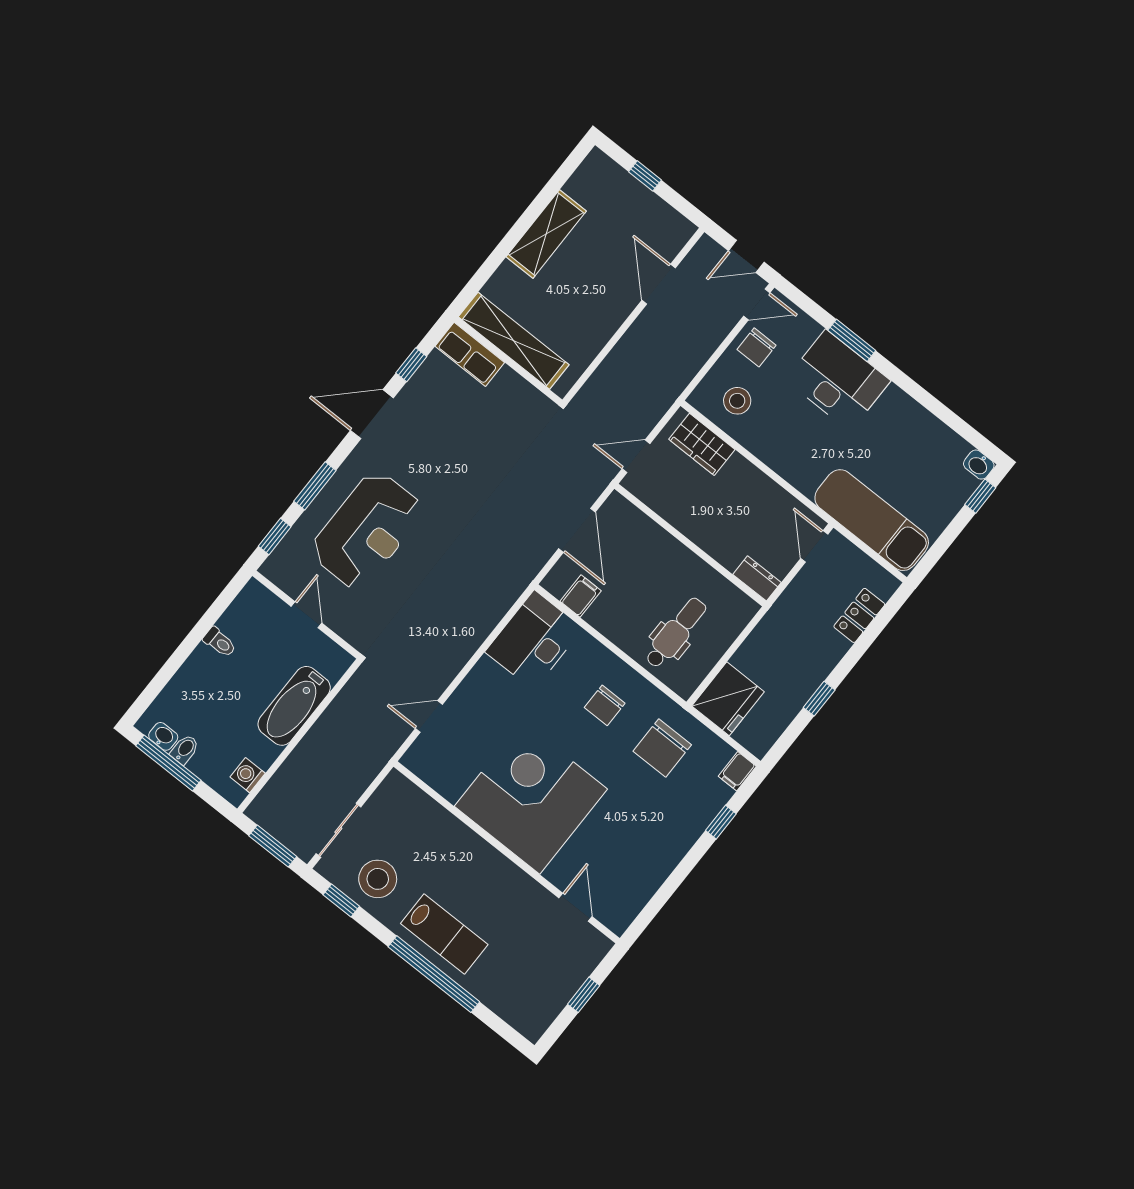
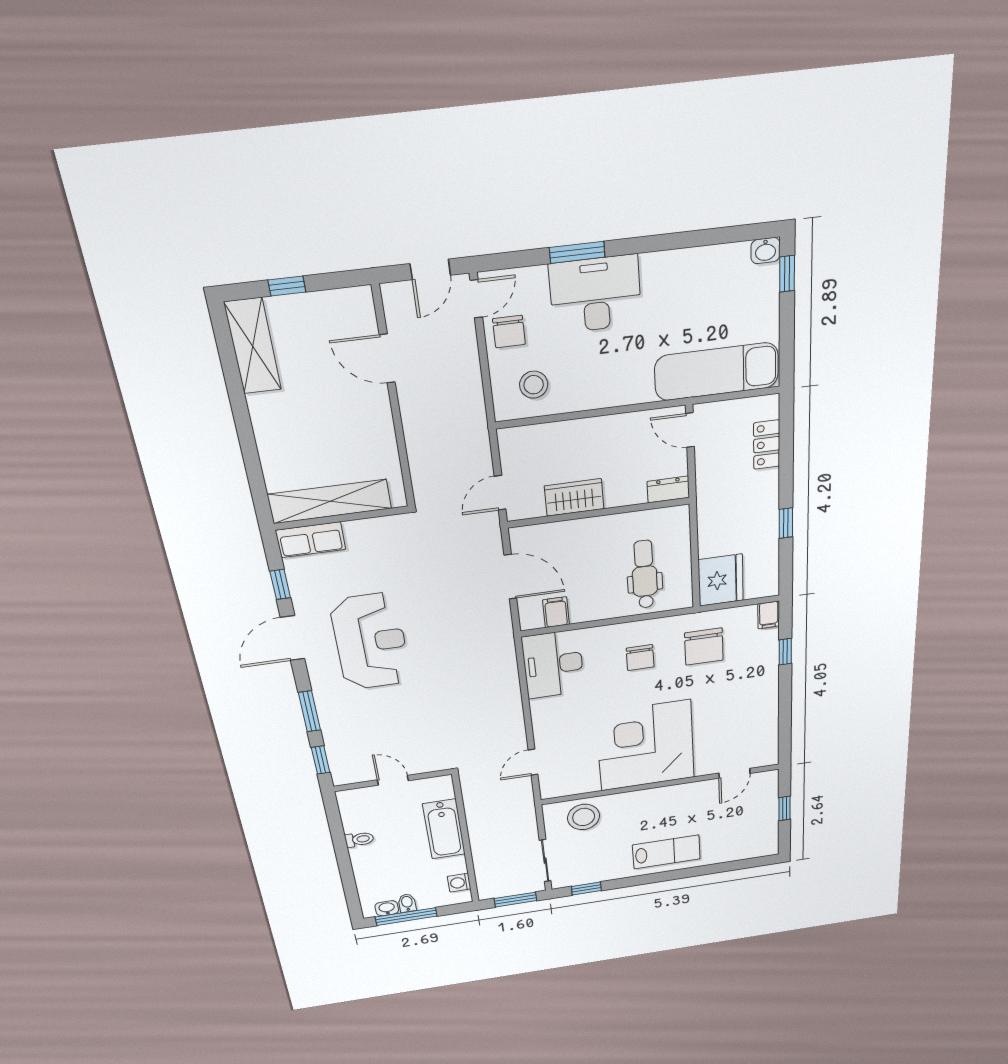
shelving: (546, 234) -> (253, 346), moved
wardrobe: (702, 444) -> (574, 497), moved, turned 180
reception desk: (367, 530) -> (371, 642), moved
stool: (378, 879) -> (584, 817), moved
door: (576, 907) -> (734, 773), swing flipped
window: (434, 974) -> (681, 874), removed

